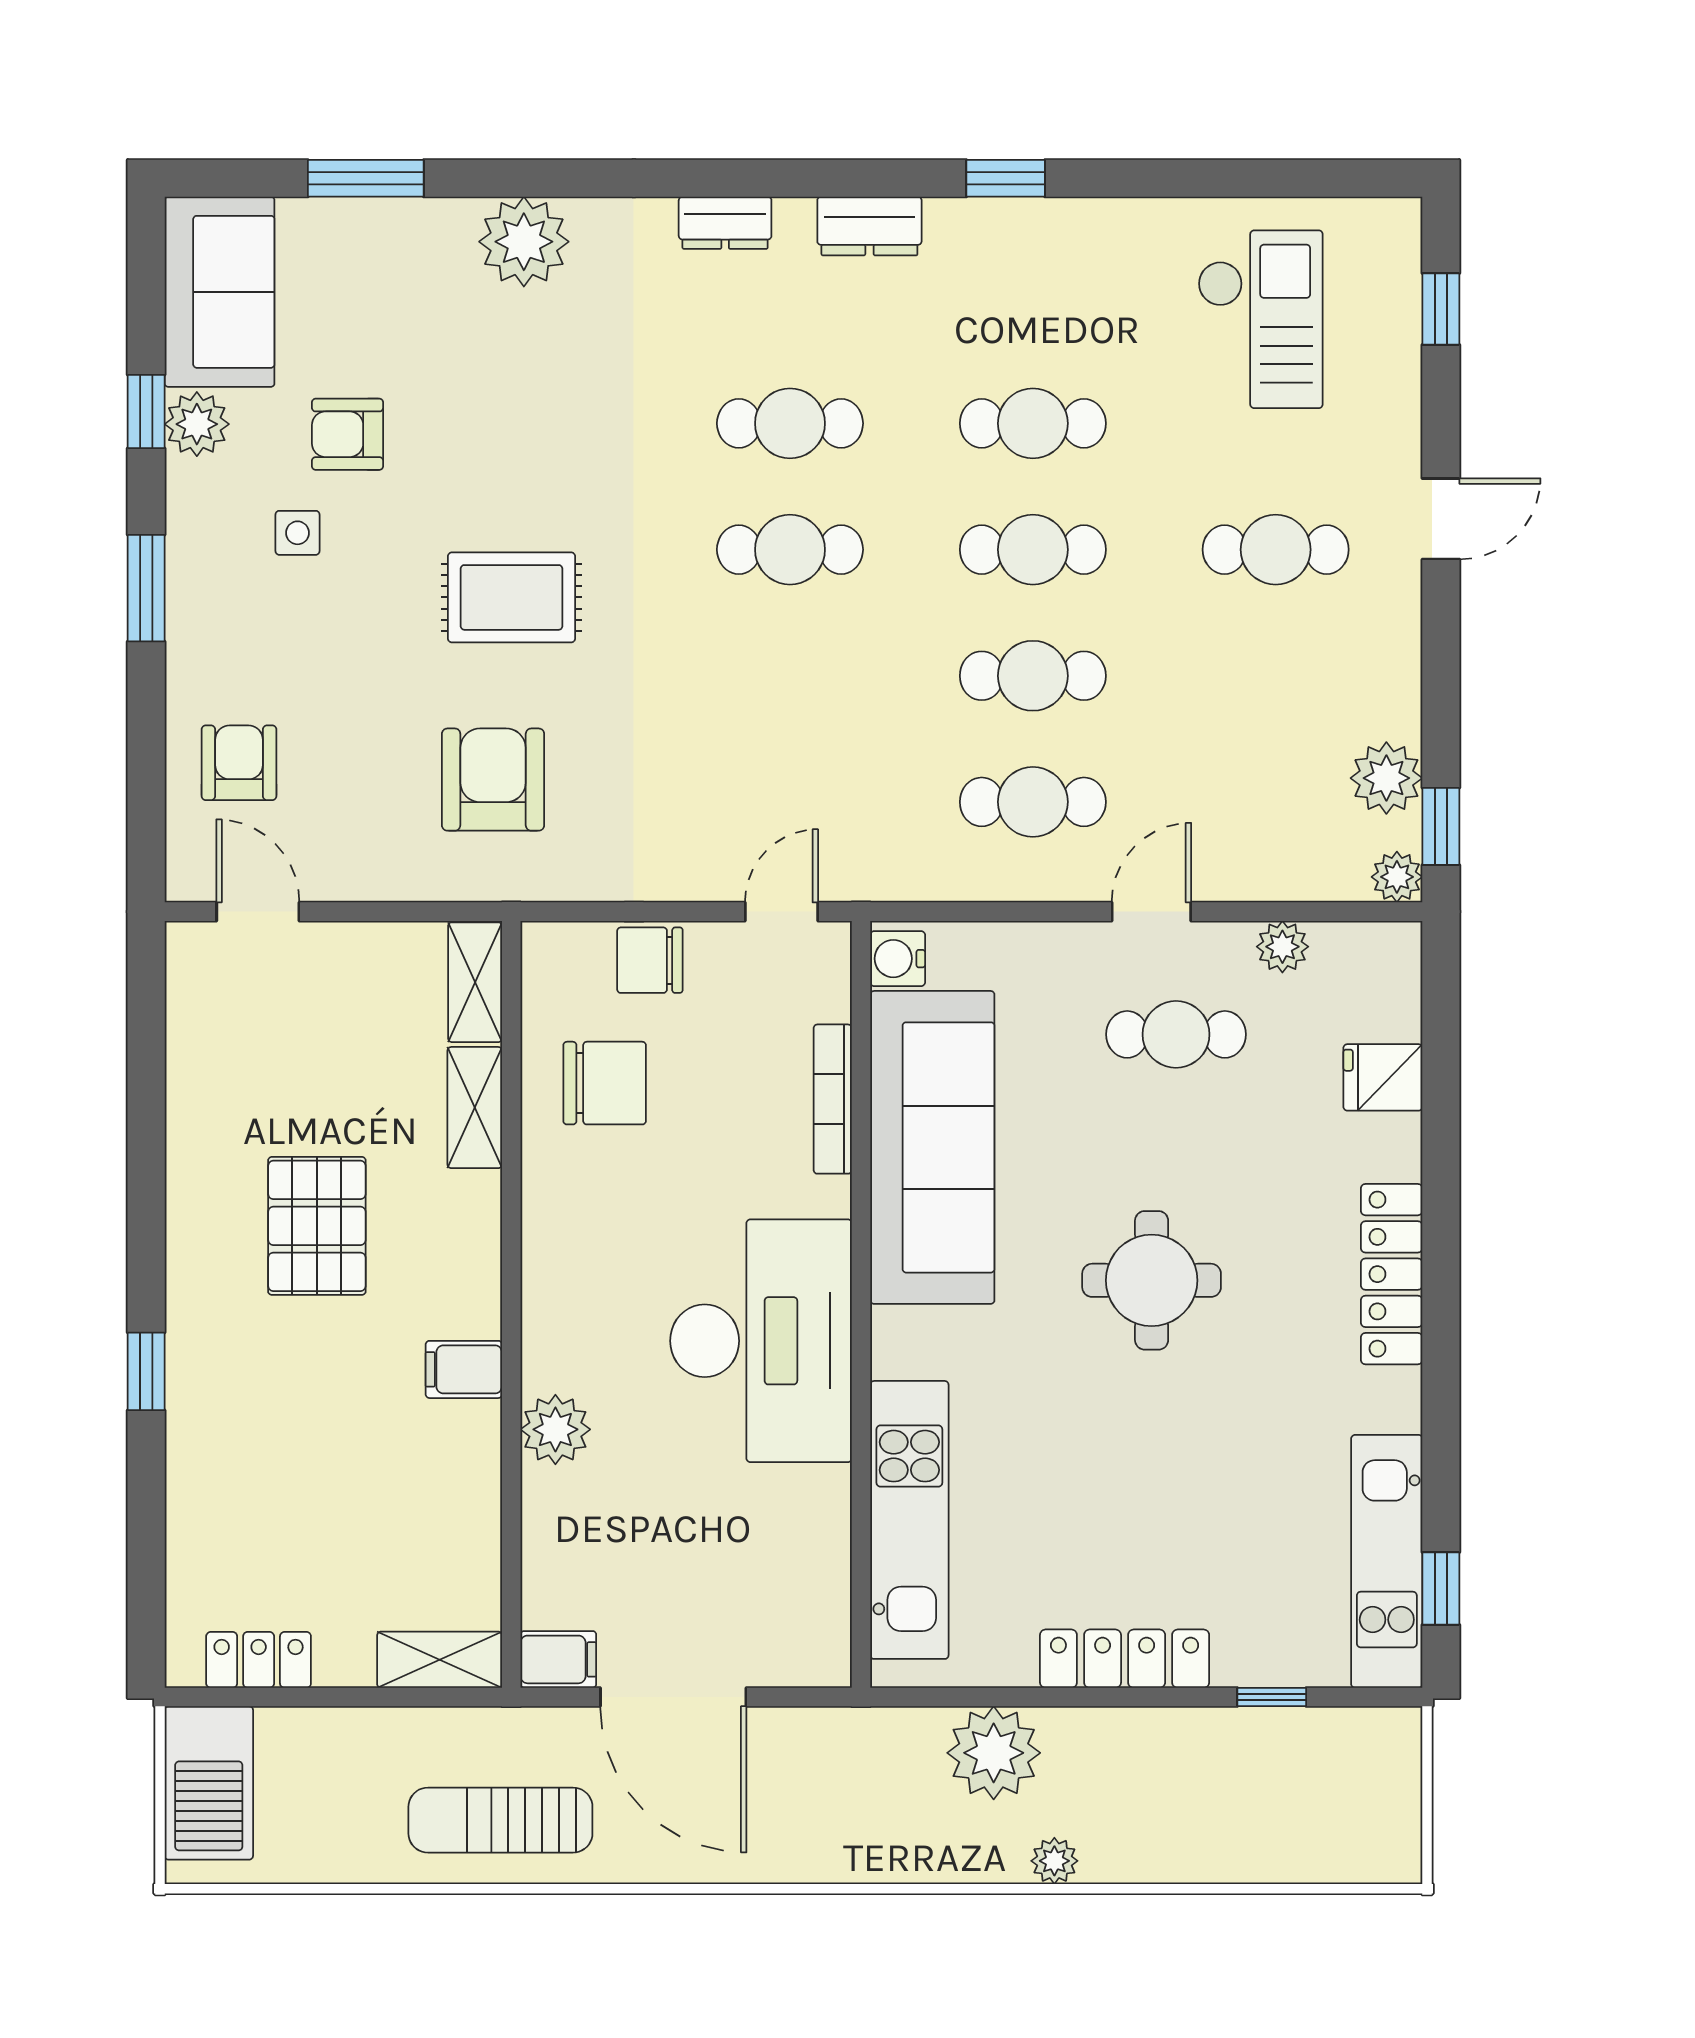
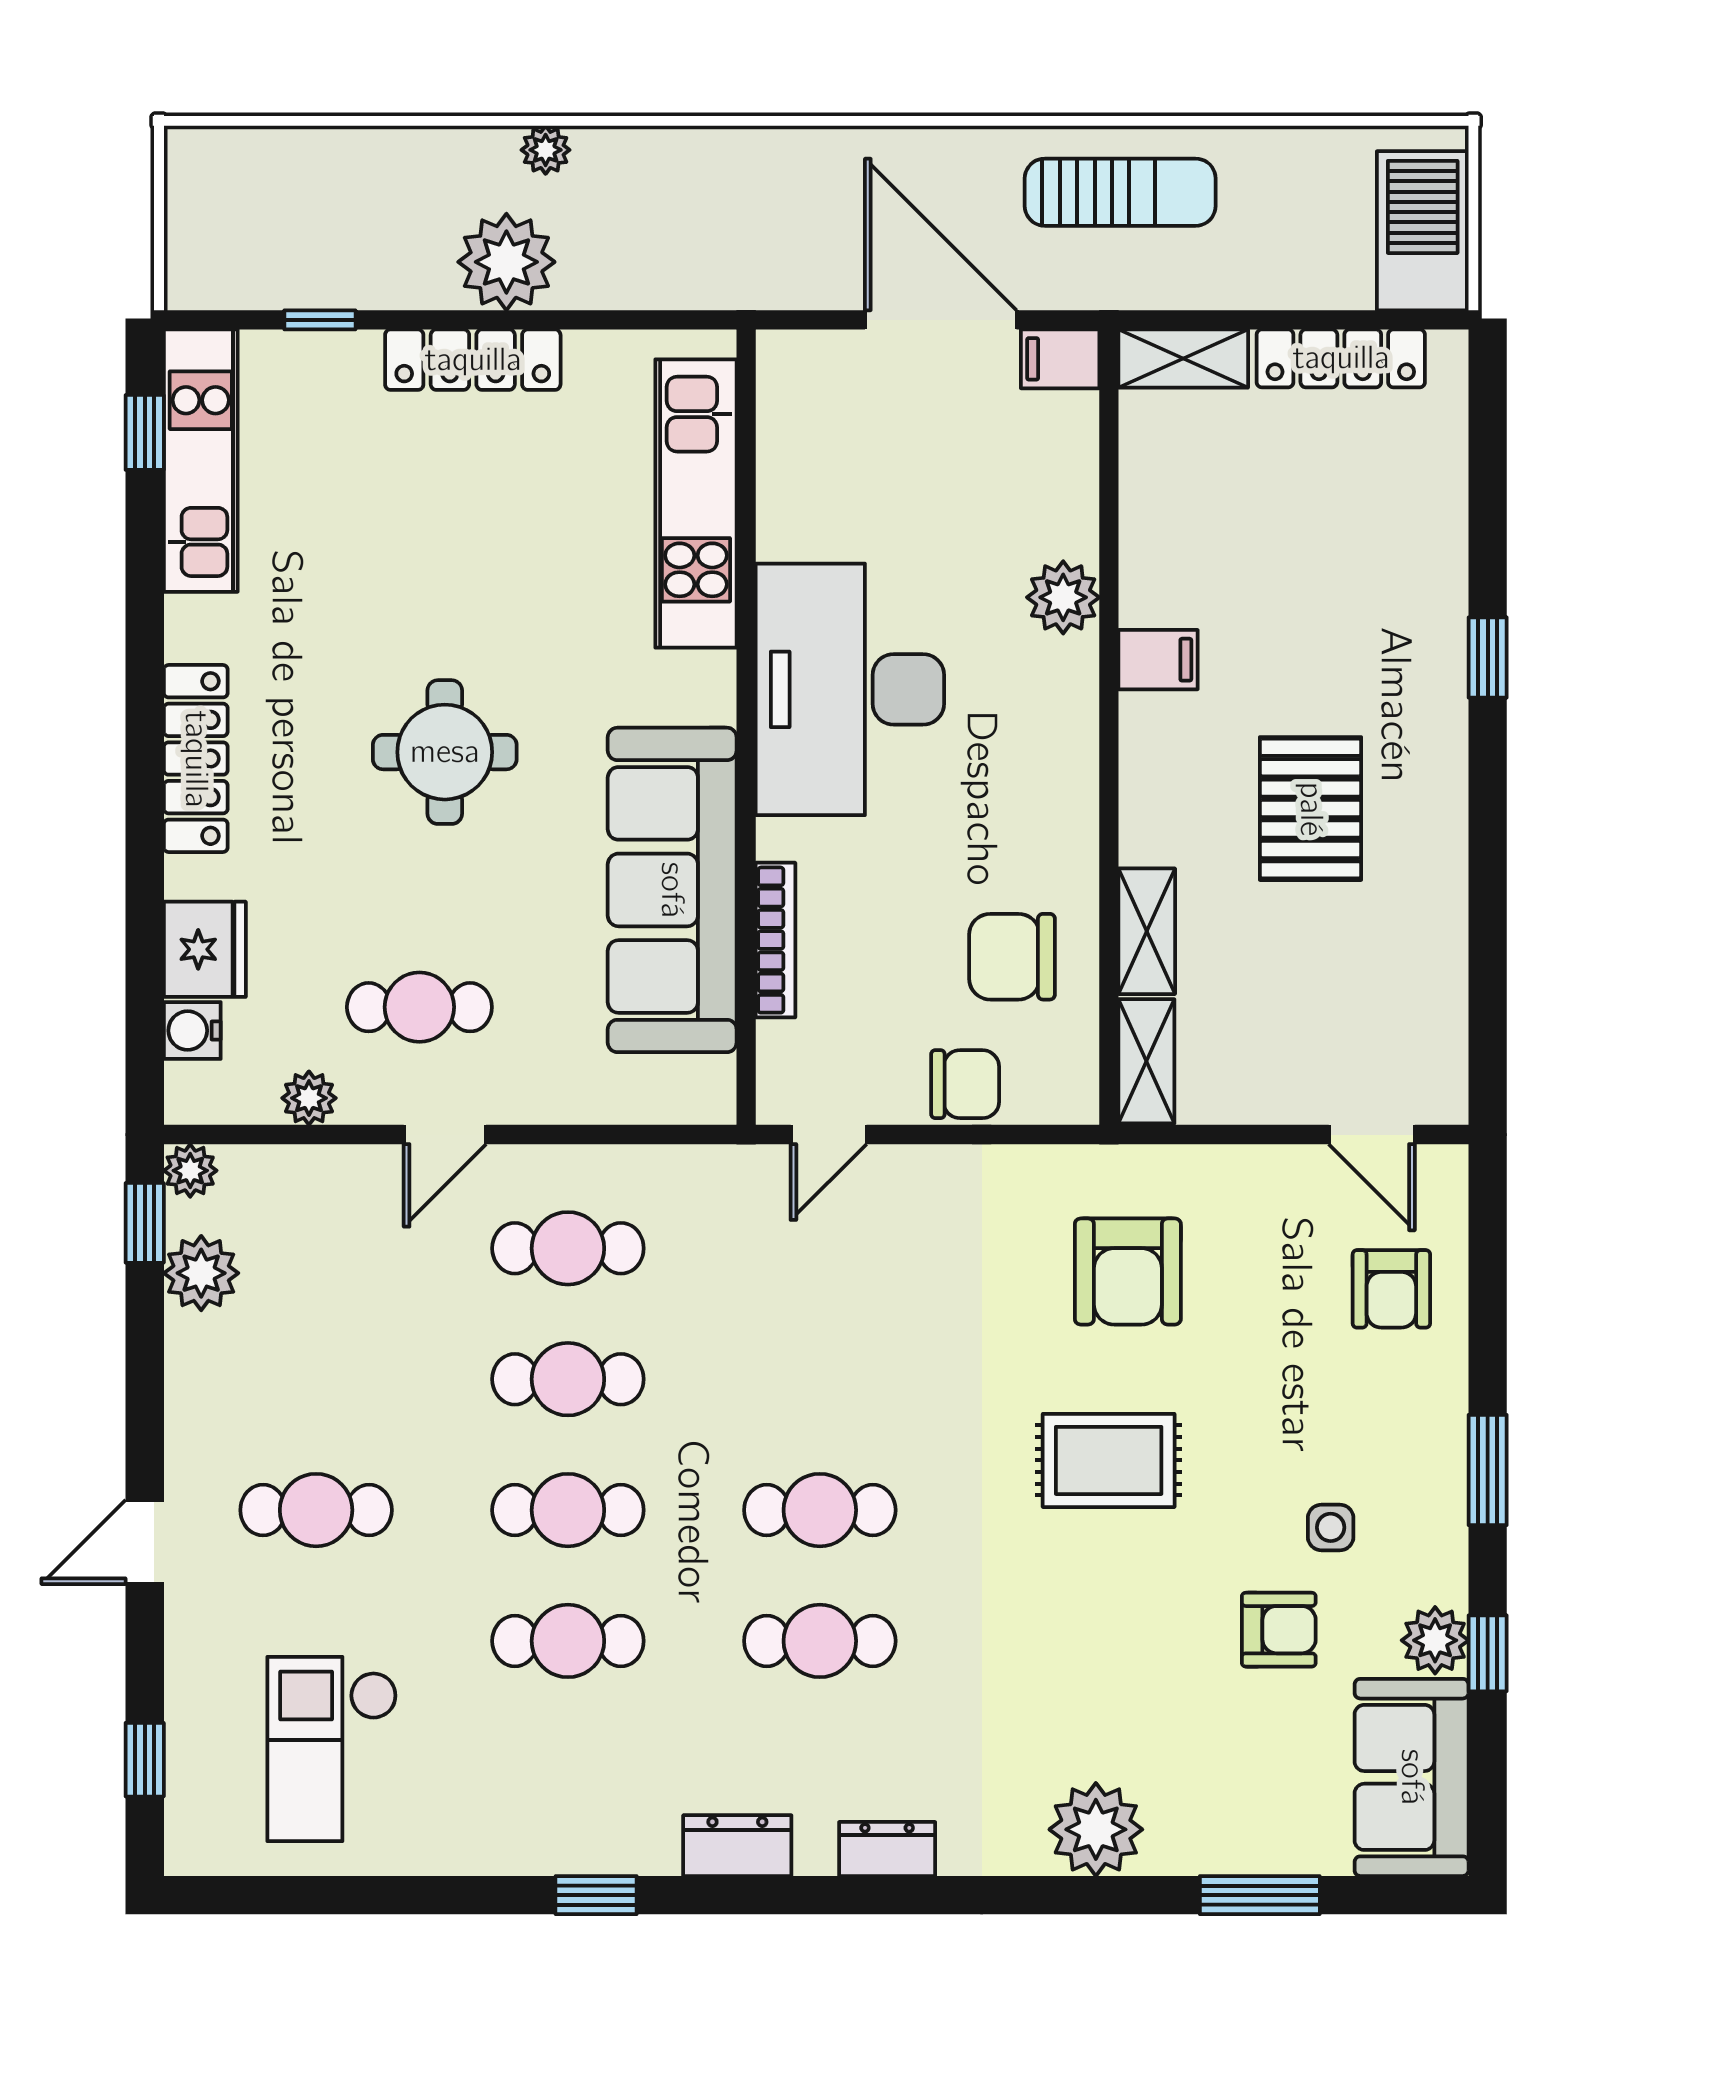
water cooler: (898, 959) -> (192, 1031), moved, turned 180
fridge: (1383, 1077) -> (205, 949), width x1.38
locker: (259, 1660) -> (1341, 358), width x1.53
plant: (994, 1753) -> (506, 262), moved

